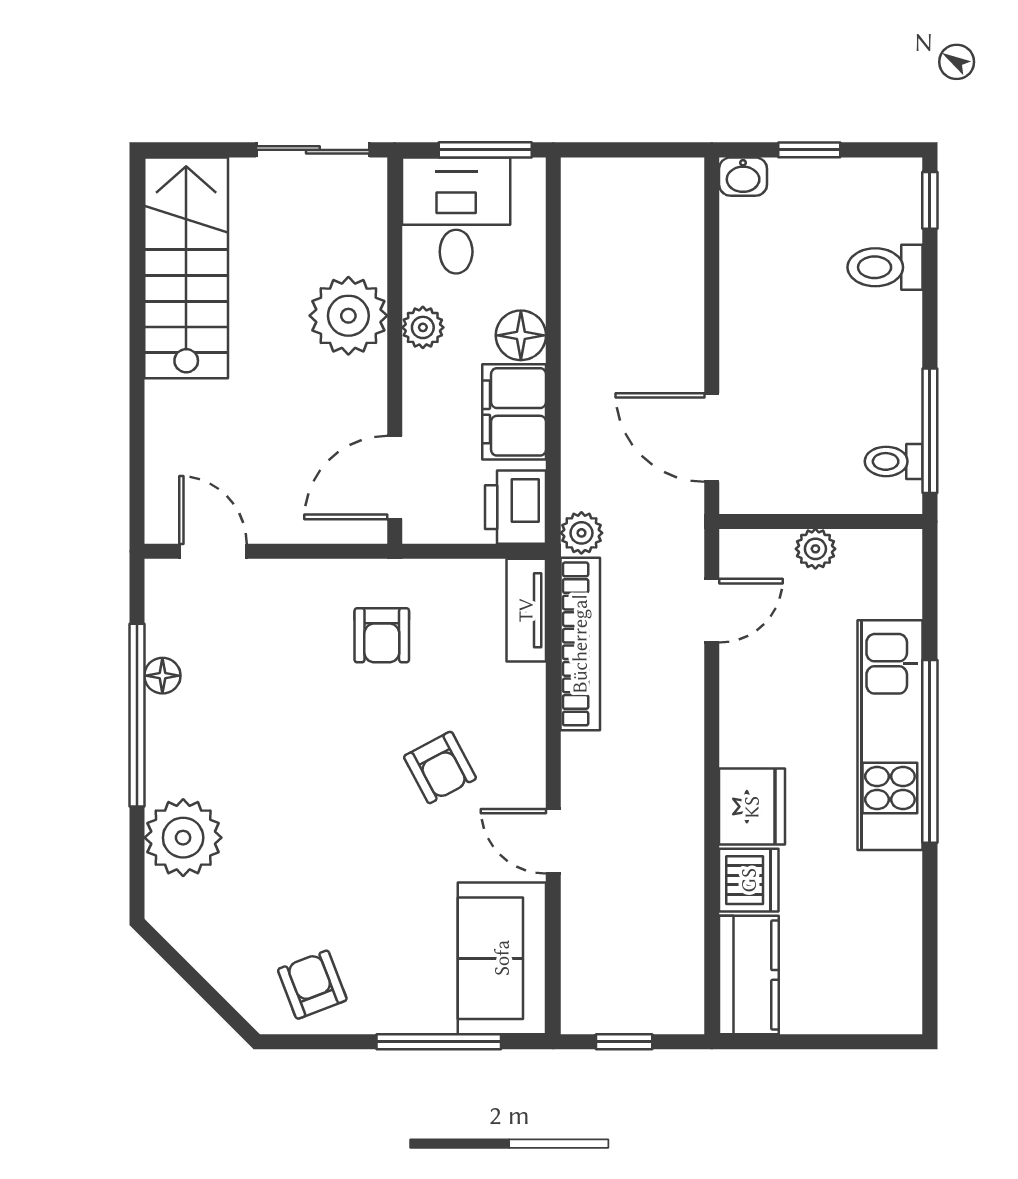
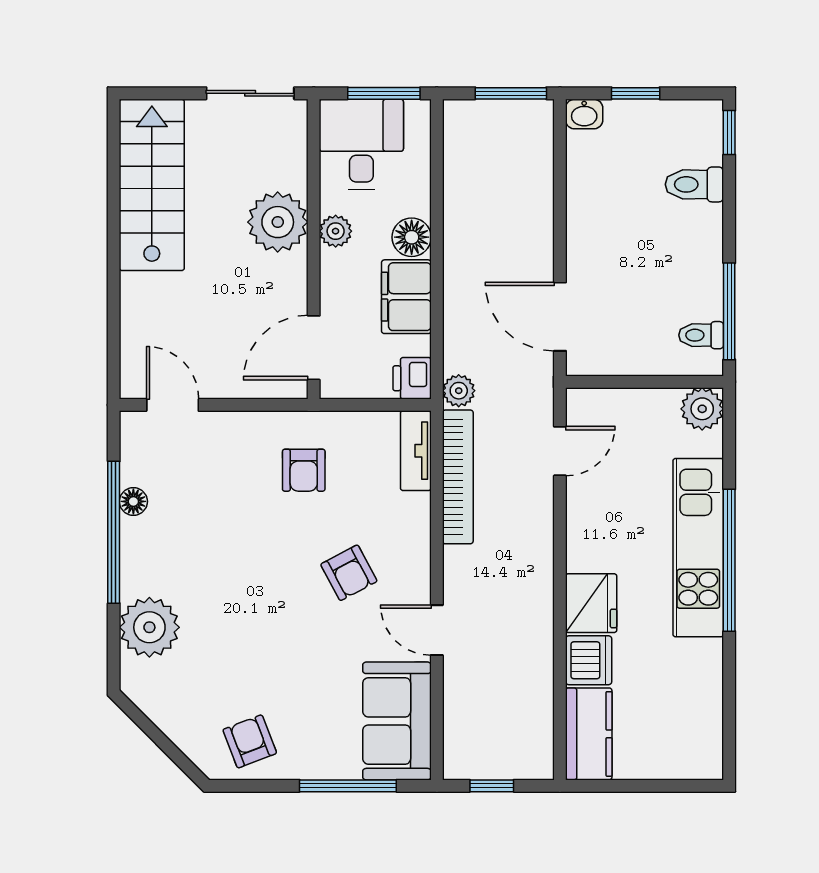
window: (649, 150) -> (511, 93), added
printer: (515, 507) -> (412, 378), width x0.73, depth x0.81
plant: (815, 549) -> (702, 409), moved, width x1.38, depth x1.38

